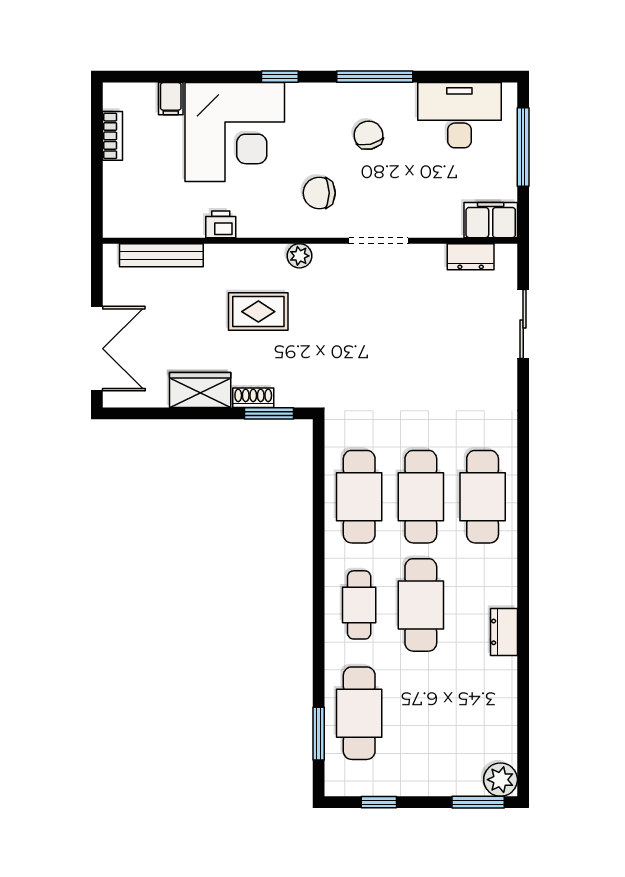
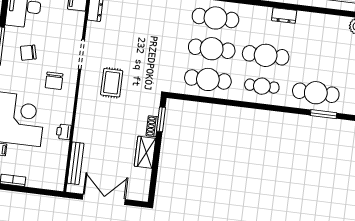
plant: (299, 256) -> (84, 94), removed
rug: (258, 312) -> (112, 83), moved
double door: (97, 349) -> (104, 199), moved

